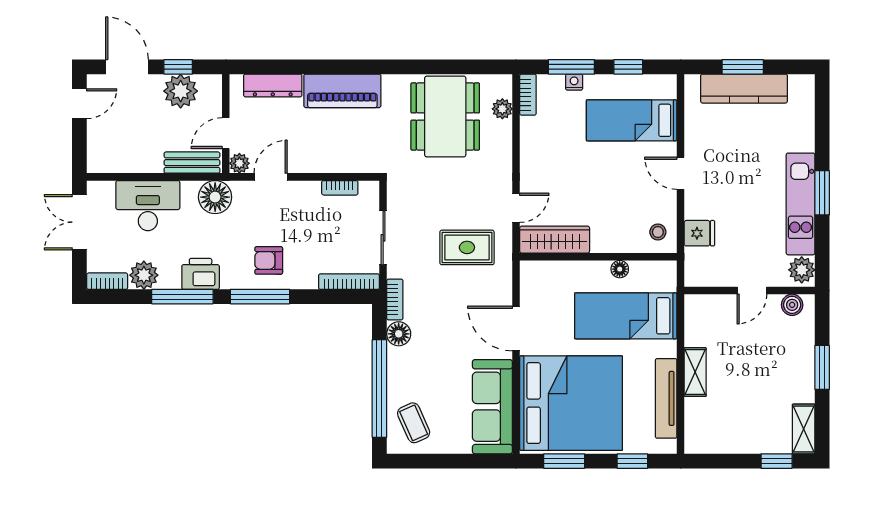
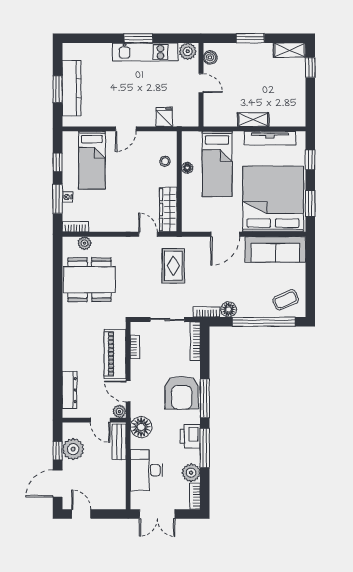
piano: (342, 91) -> (115, 354), moved, turned 180
stool: (658, 232) -> (165, 161), moved
armchair: (269, 260) -> (182, 393), width x1.88, depth x1.88

